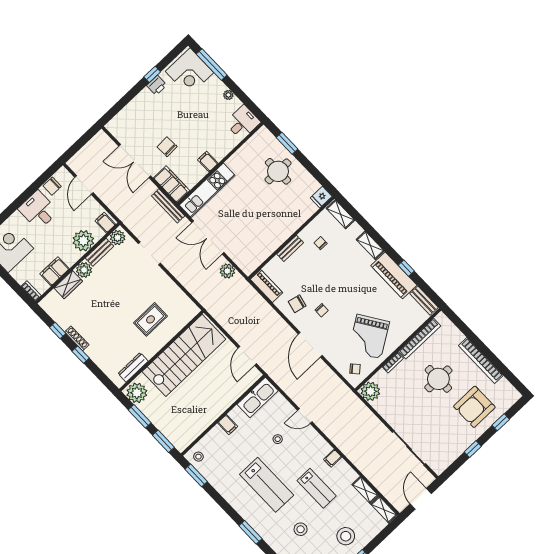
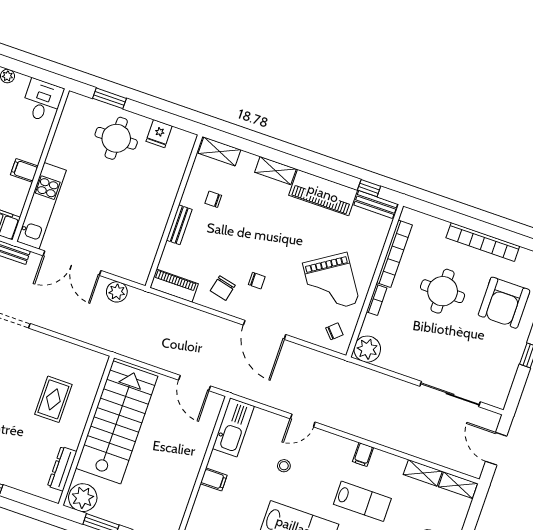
fridge: (321, 197) -> (159, 134), moved
window: (406, 268) -> (369, 188), moved

